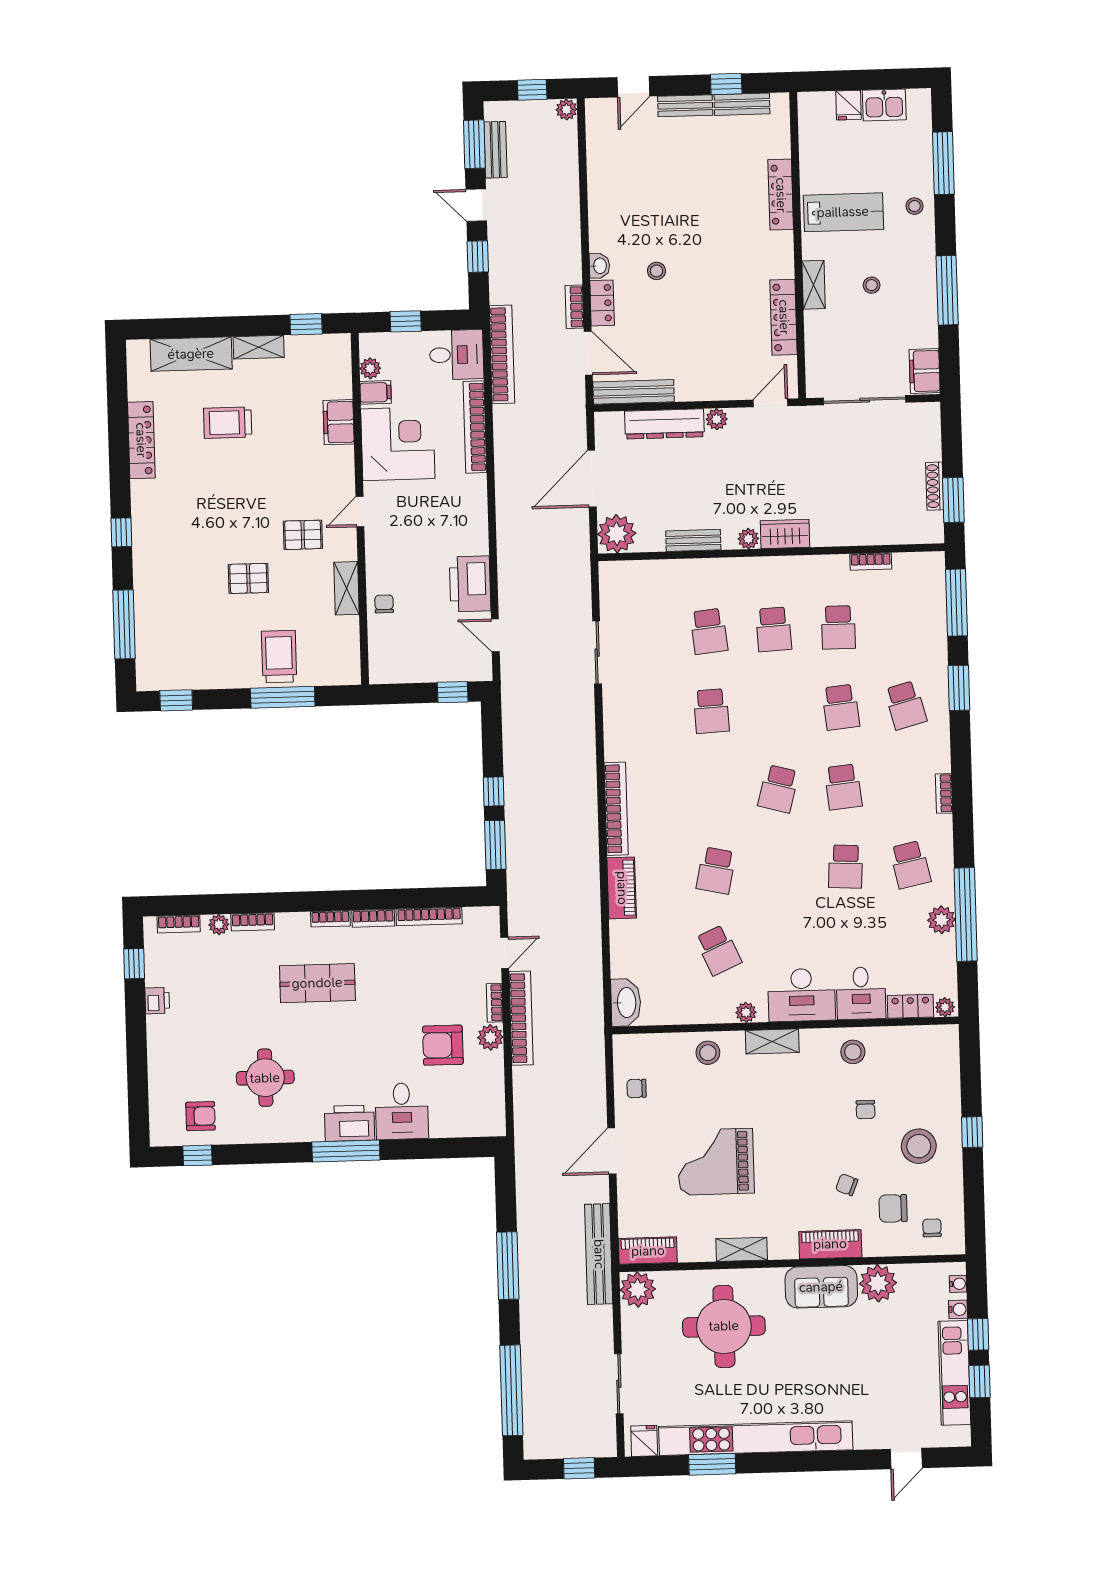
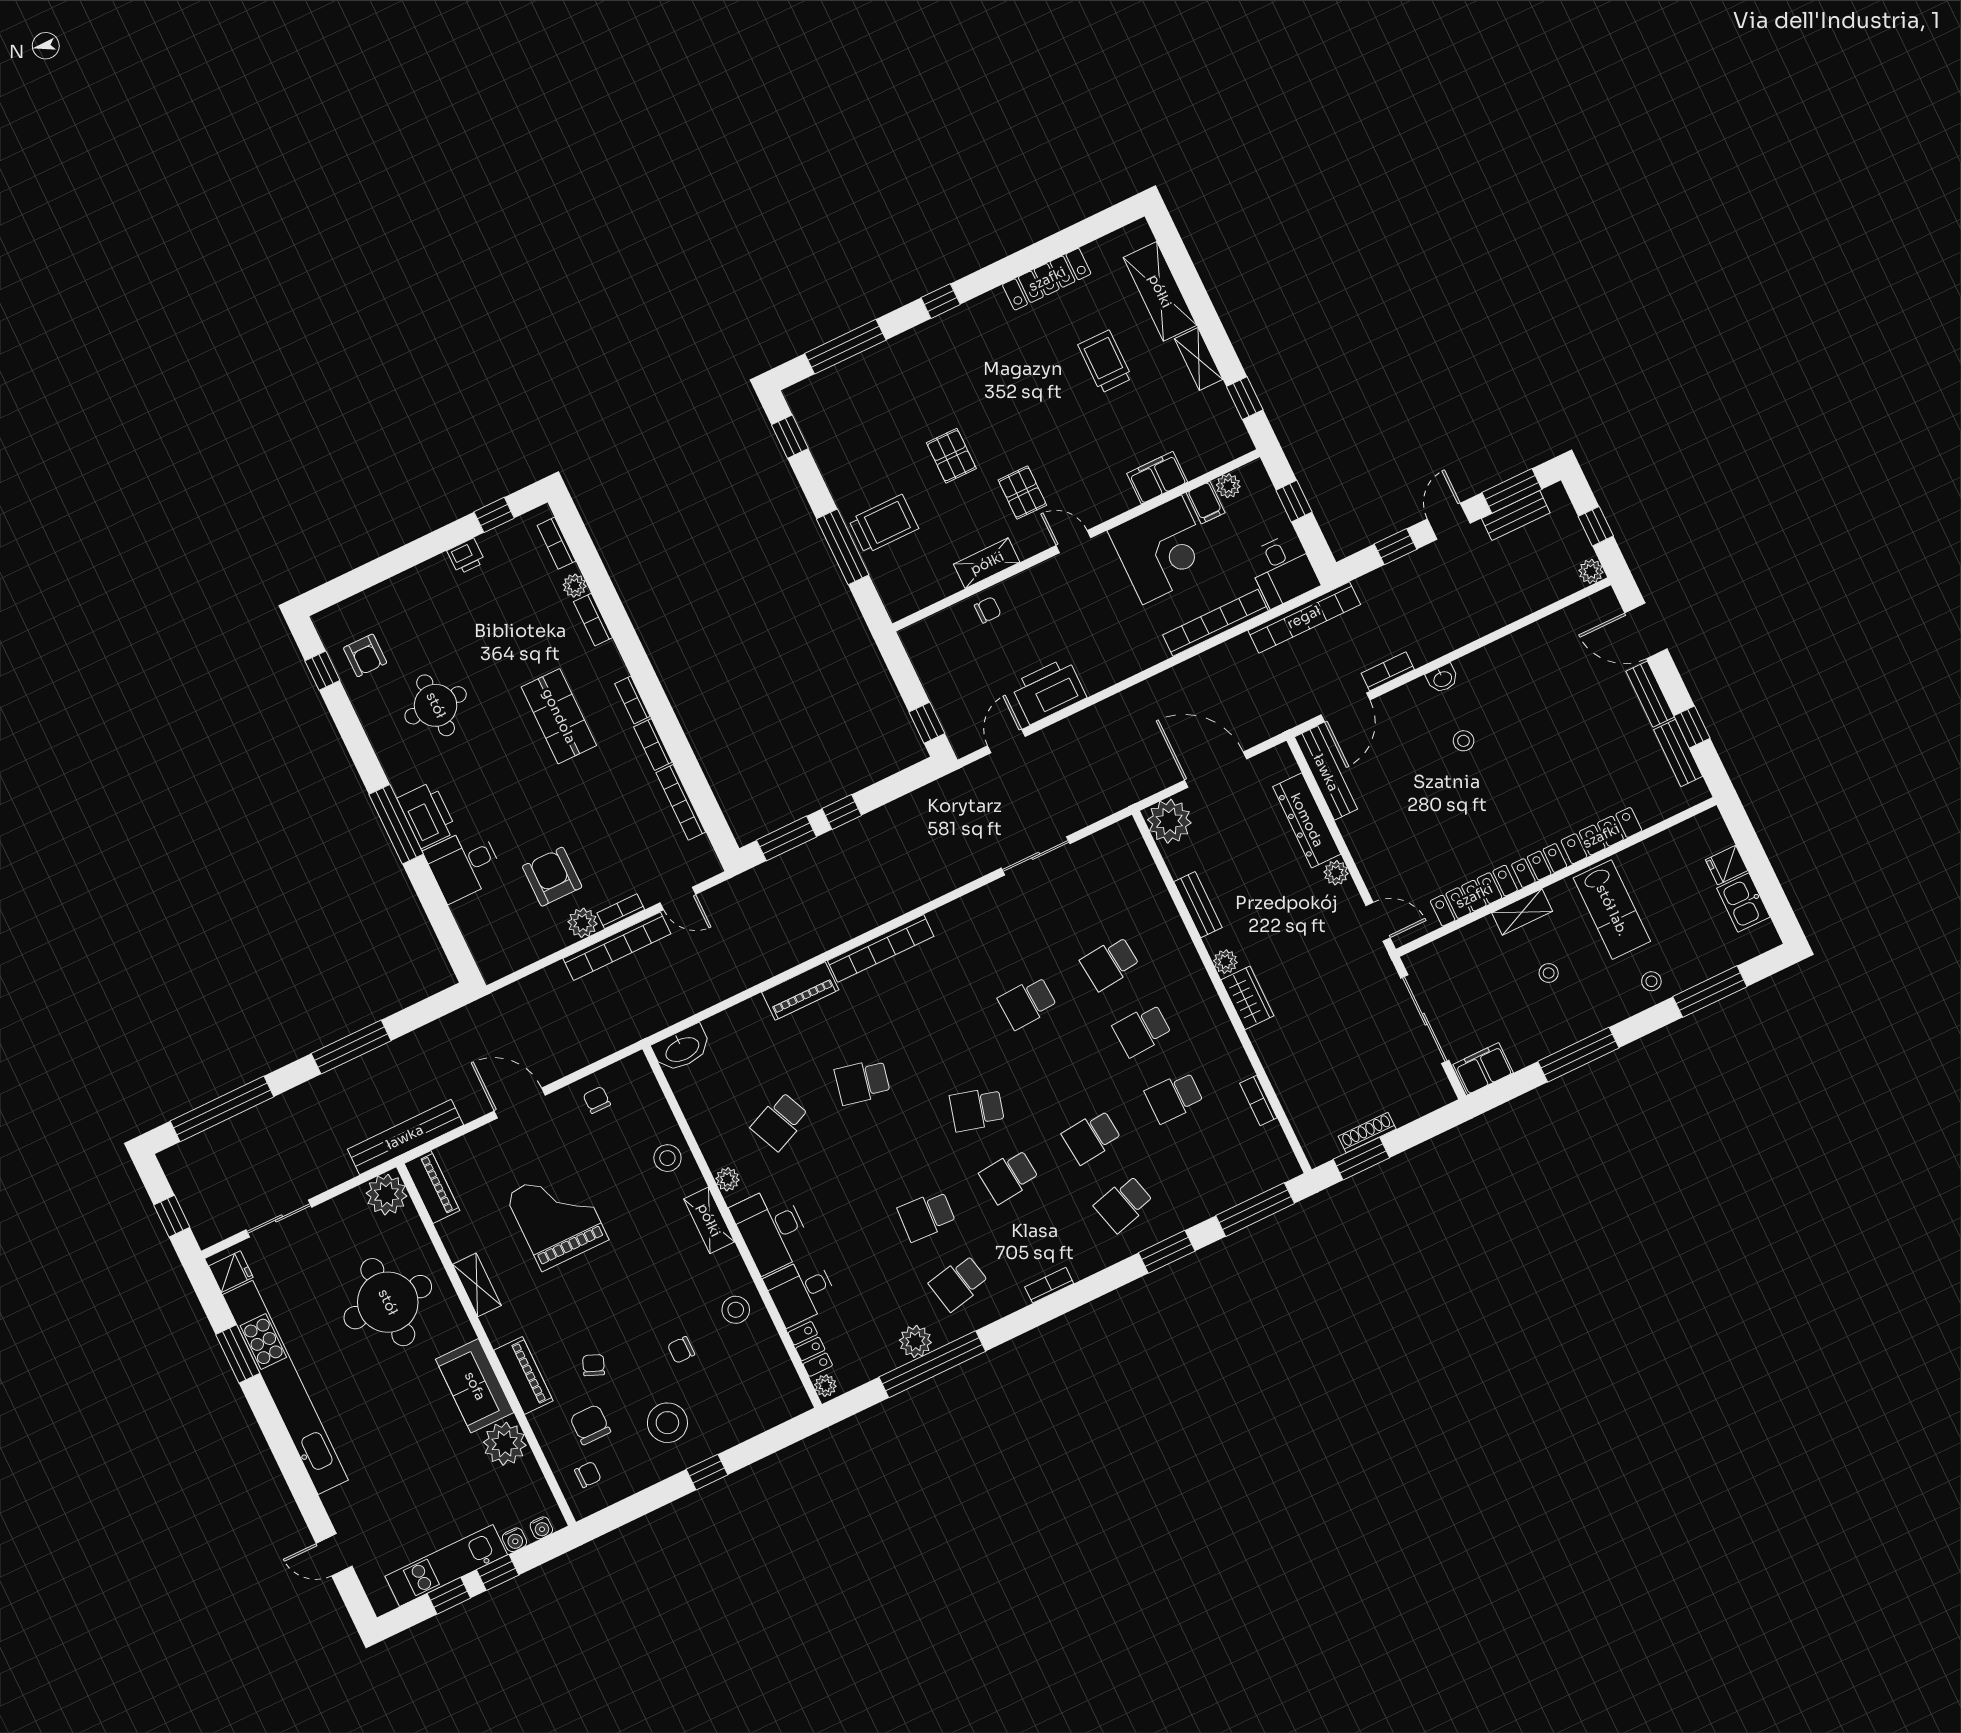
door: (633, 87) -> (1646, 631), width x1.38
locker: (602, 303) -> (1539, 866), moved, turned 180

